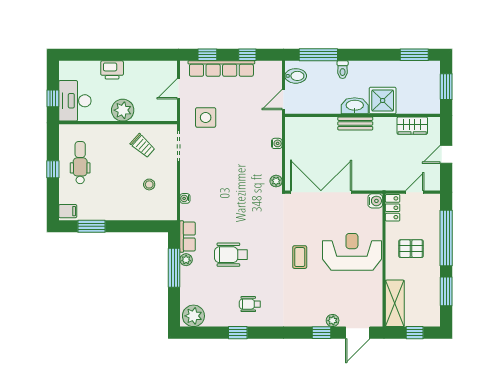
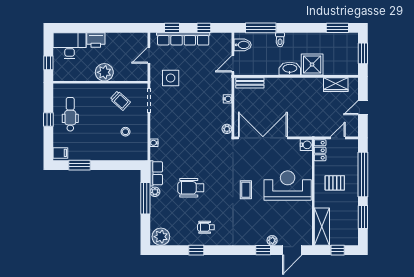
desk: (75, 101) -> (70, 46), moved, turned 90
bench: (355, 123) -> (250, 83), moved

